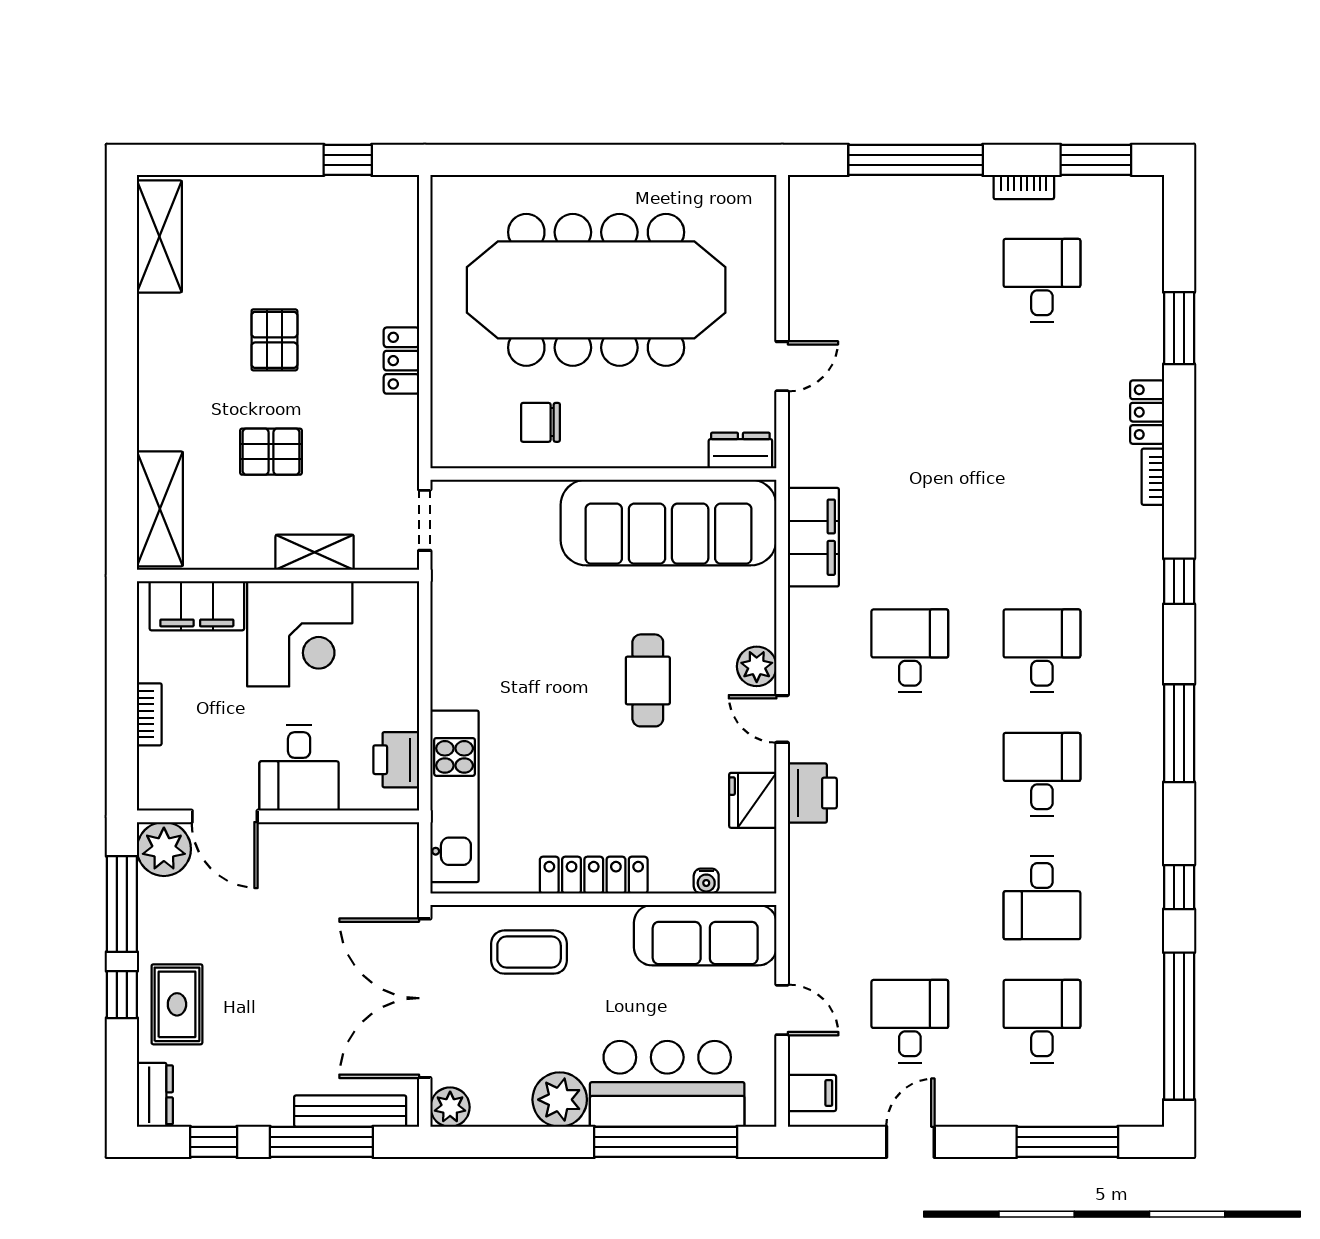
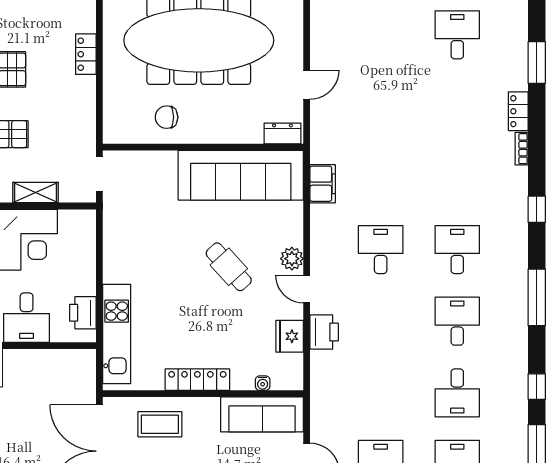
locker: (401, 361) -> (86, 54), moved
filing cabinet: (813, 537) -> (323, 184), width x0.67, depth x0.86
cafe table: (648, 680) -> (229, 267), turned -42

